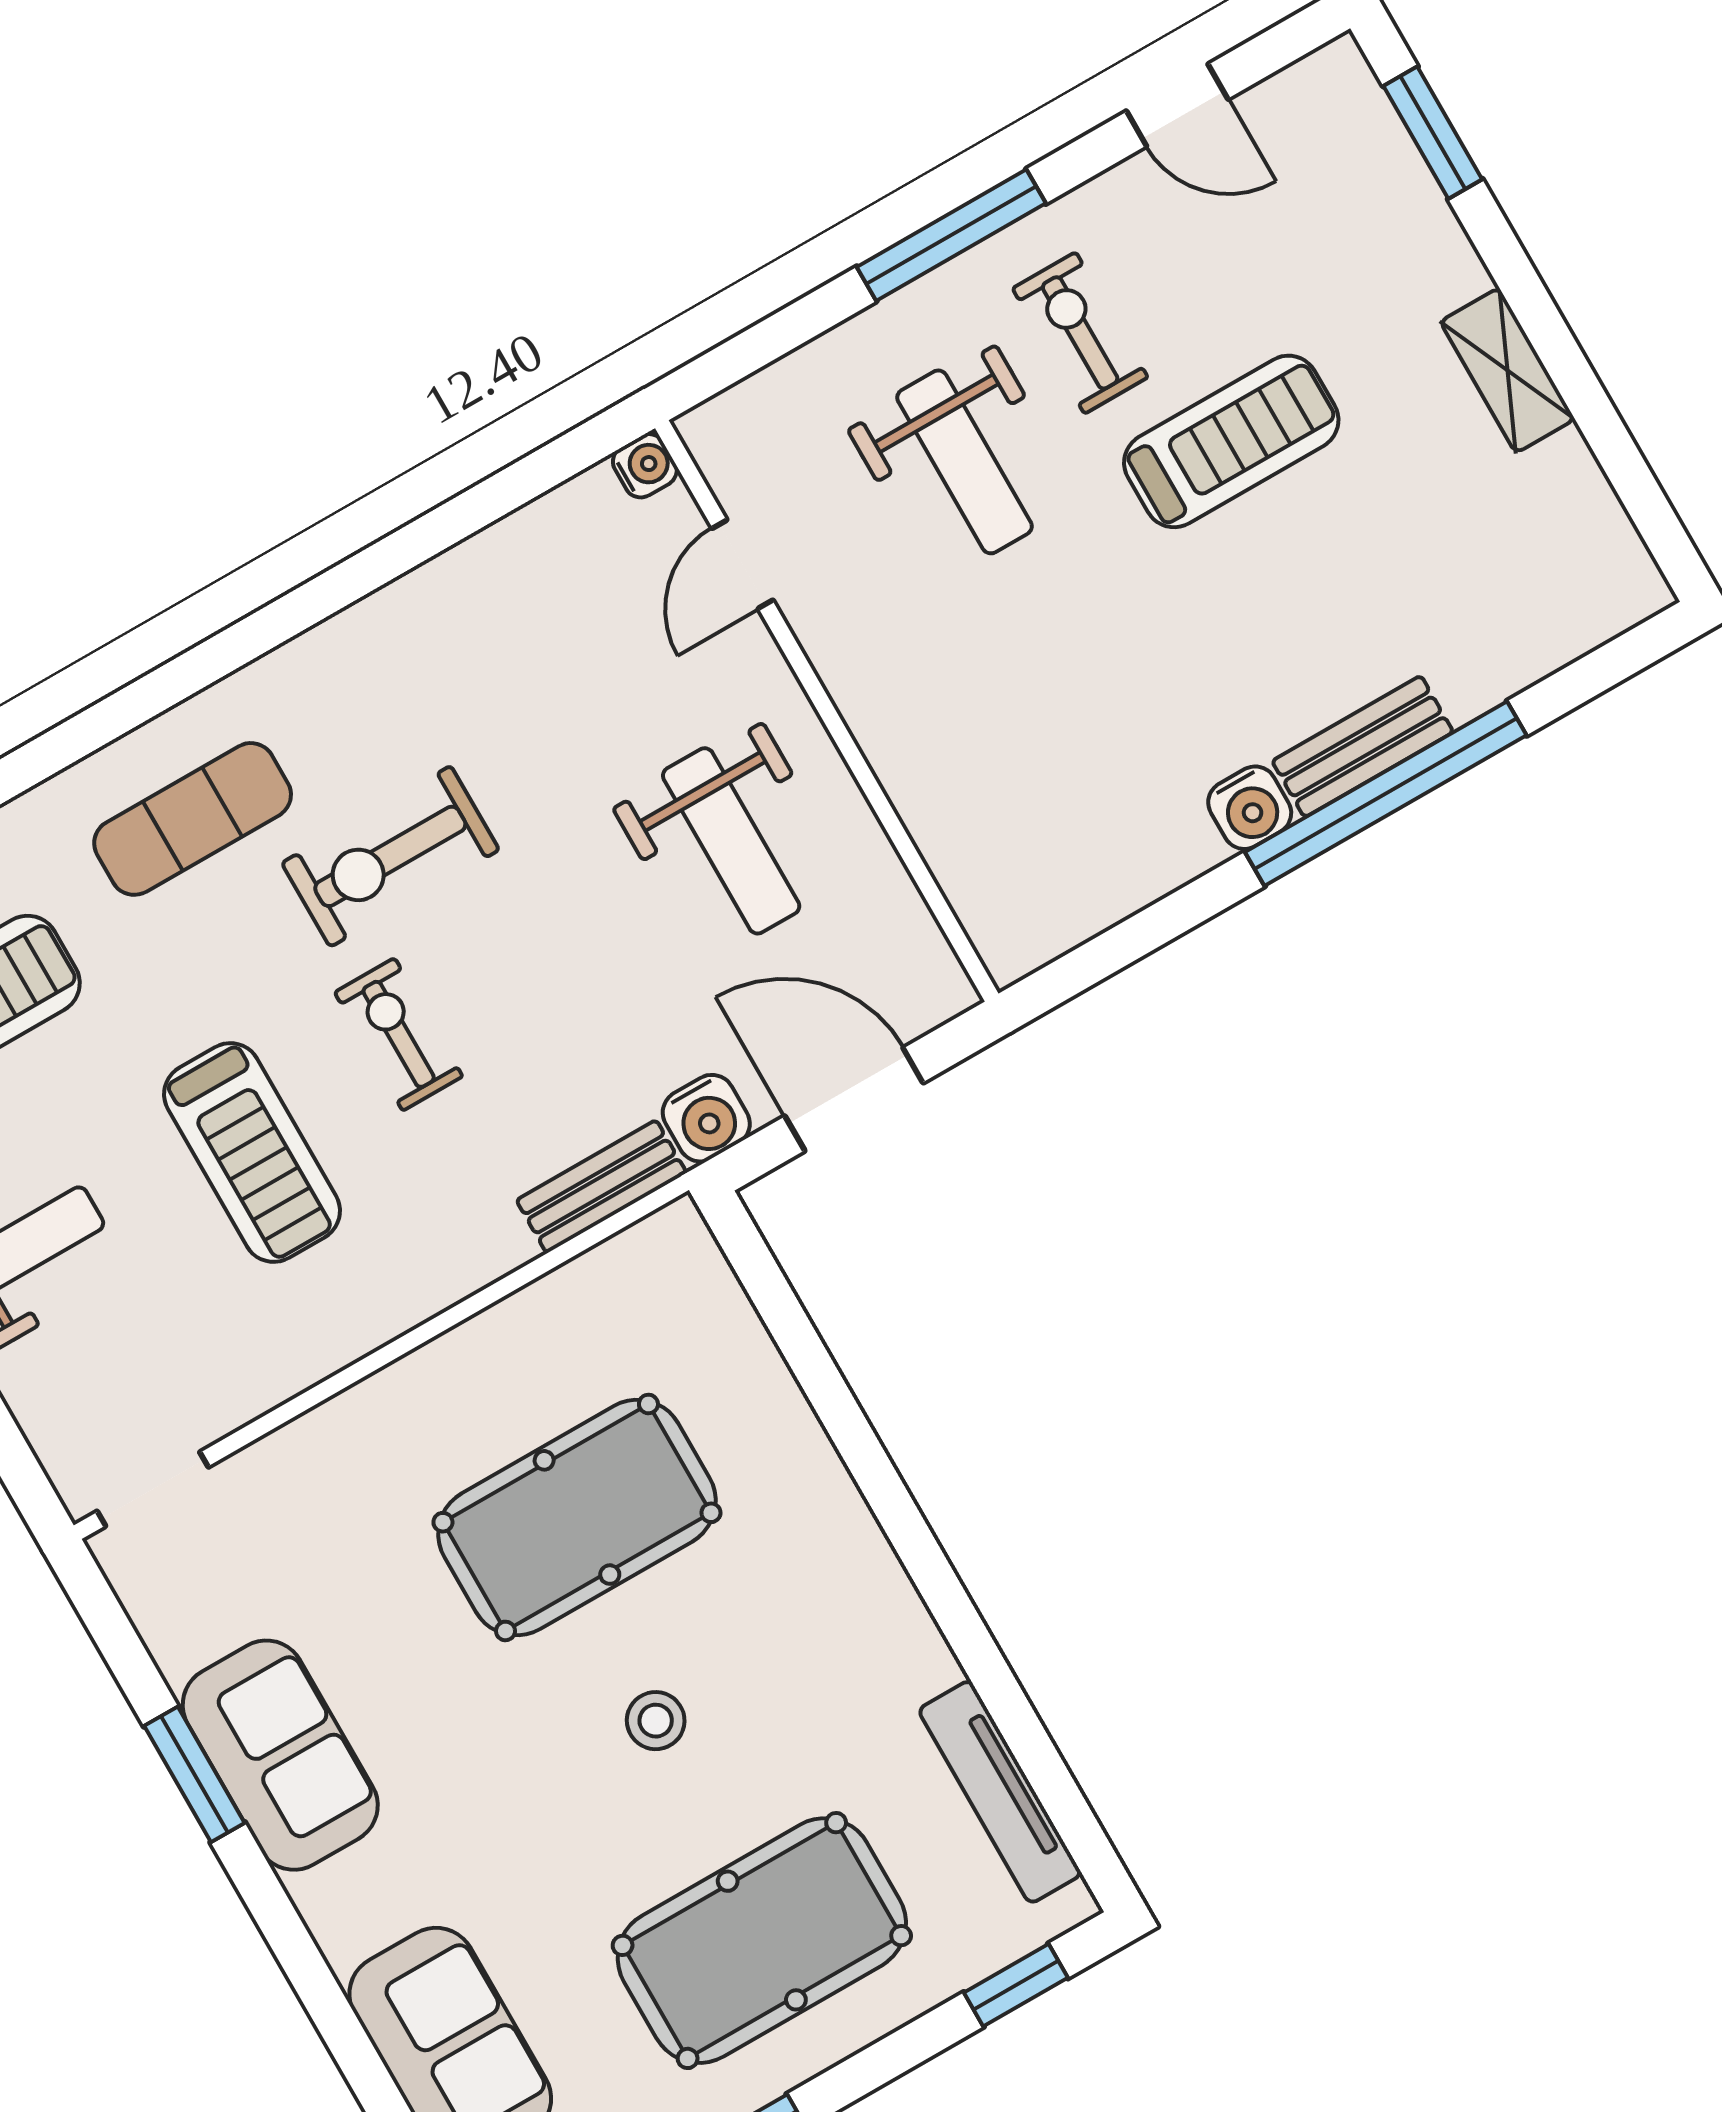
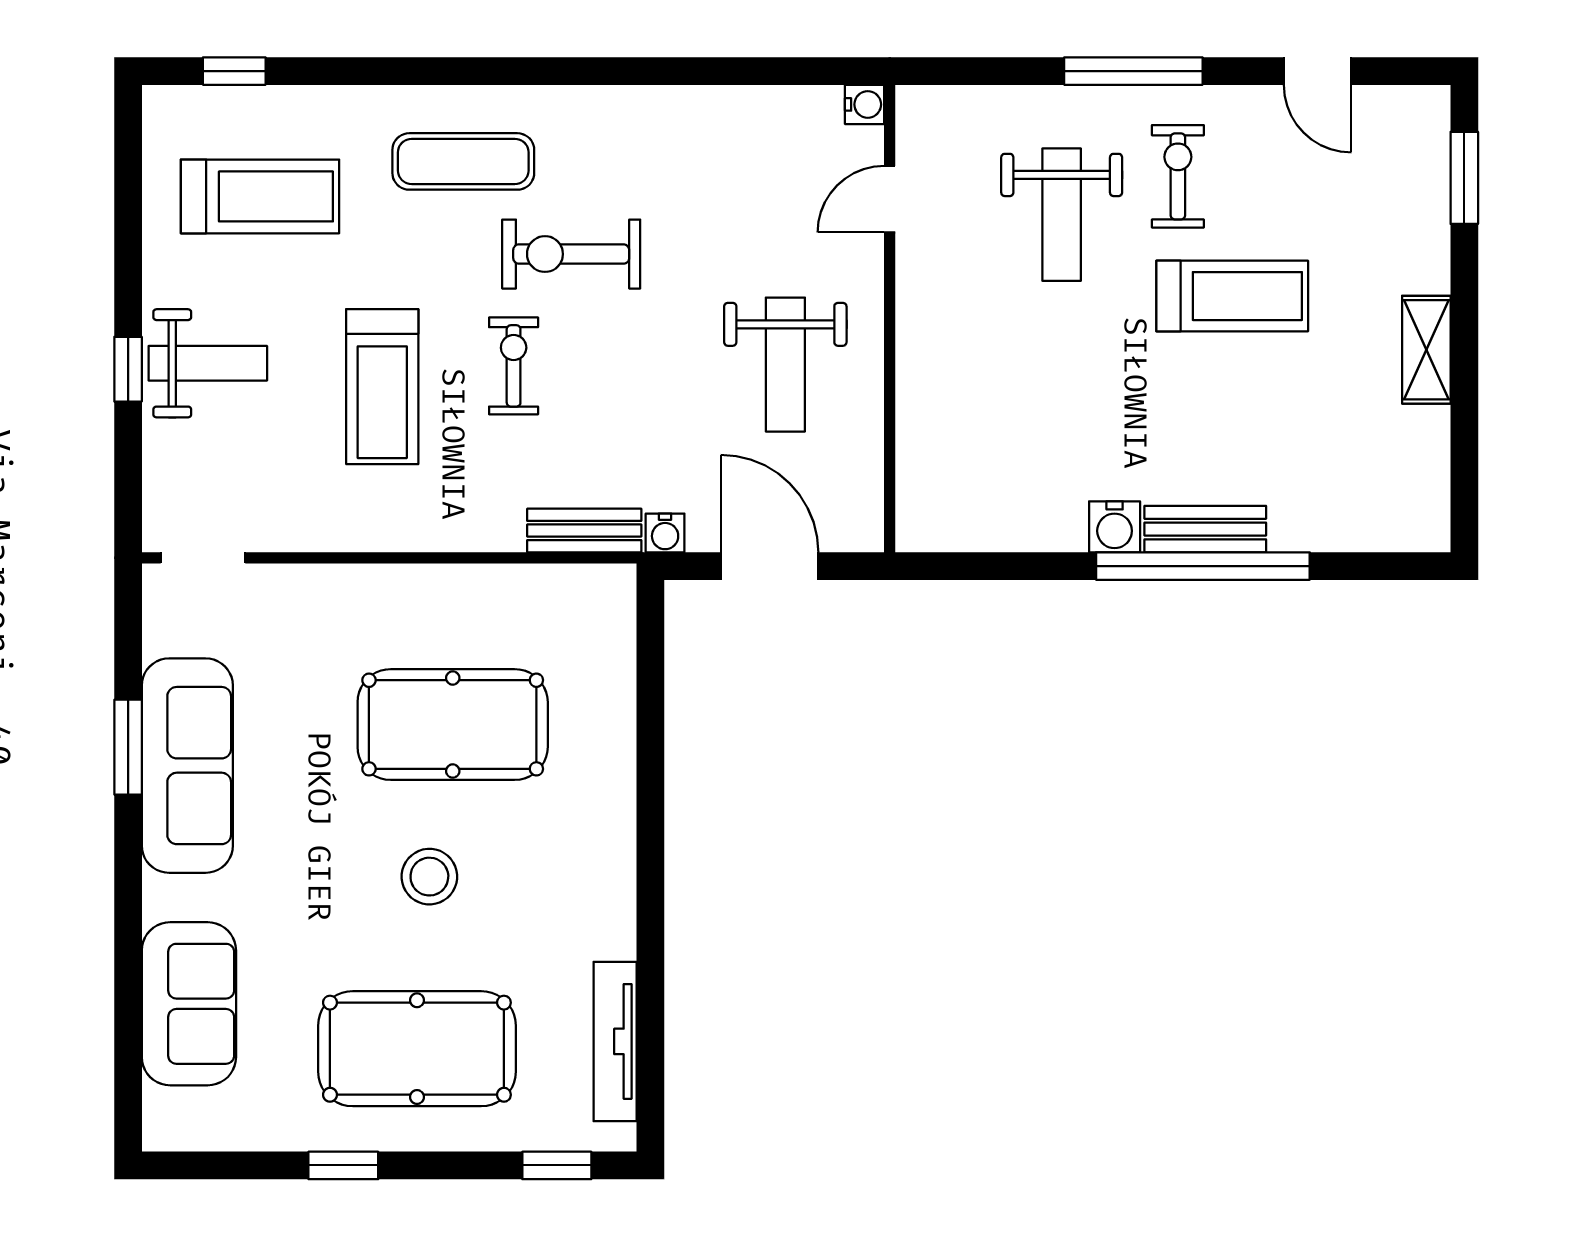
water cooler: (706, 1118) -> (665, 533), width x0.72, depth x0.72
stool: (656, 1721) -> (429, 877), width x1.37, depth x1.37
sofa: (280, 1755) -> (187, 766), width x1.36

